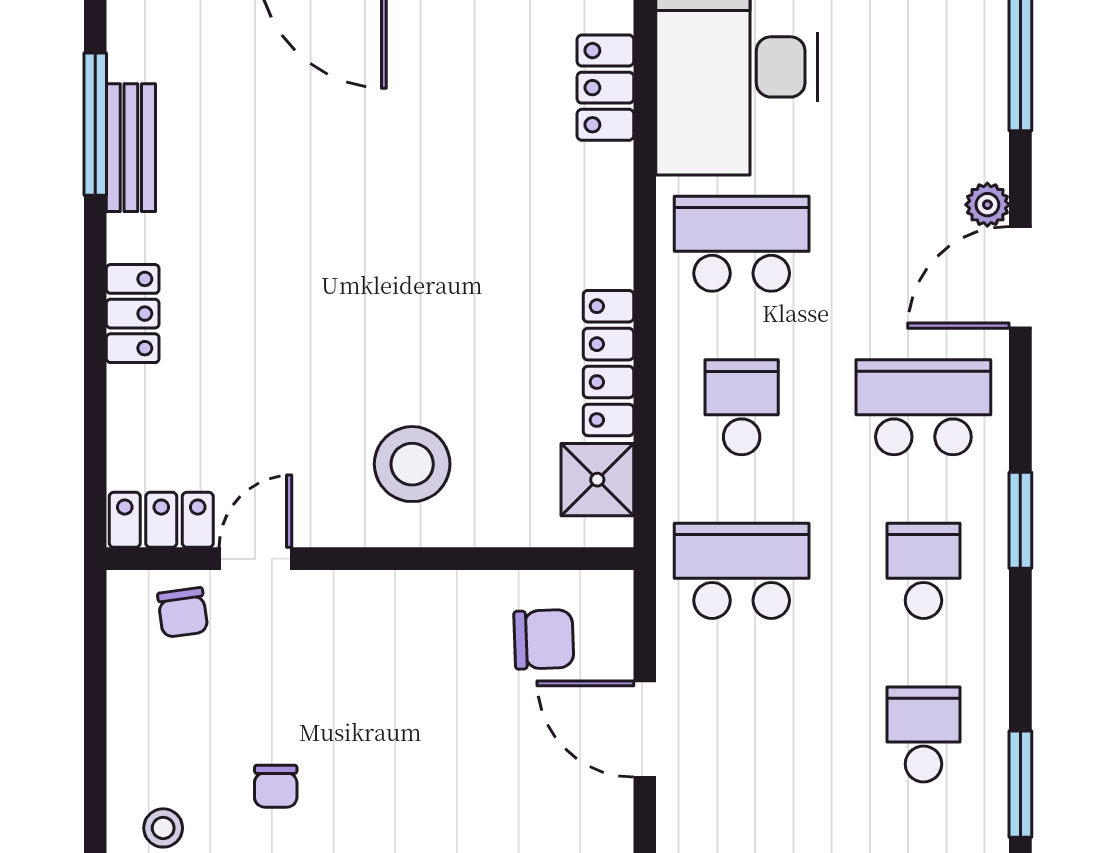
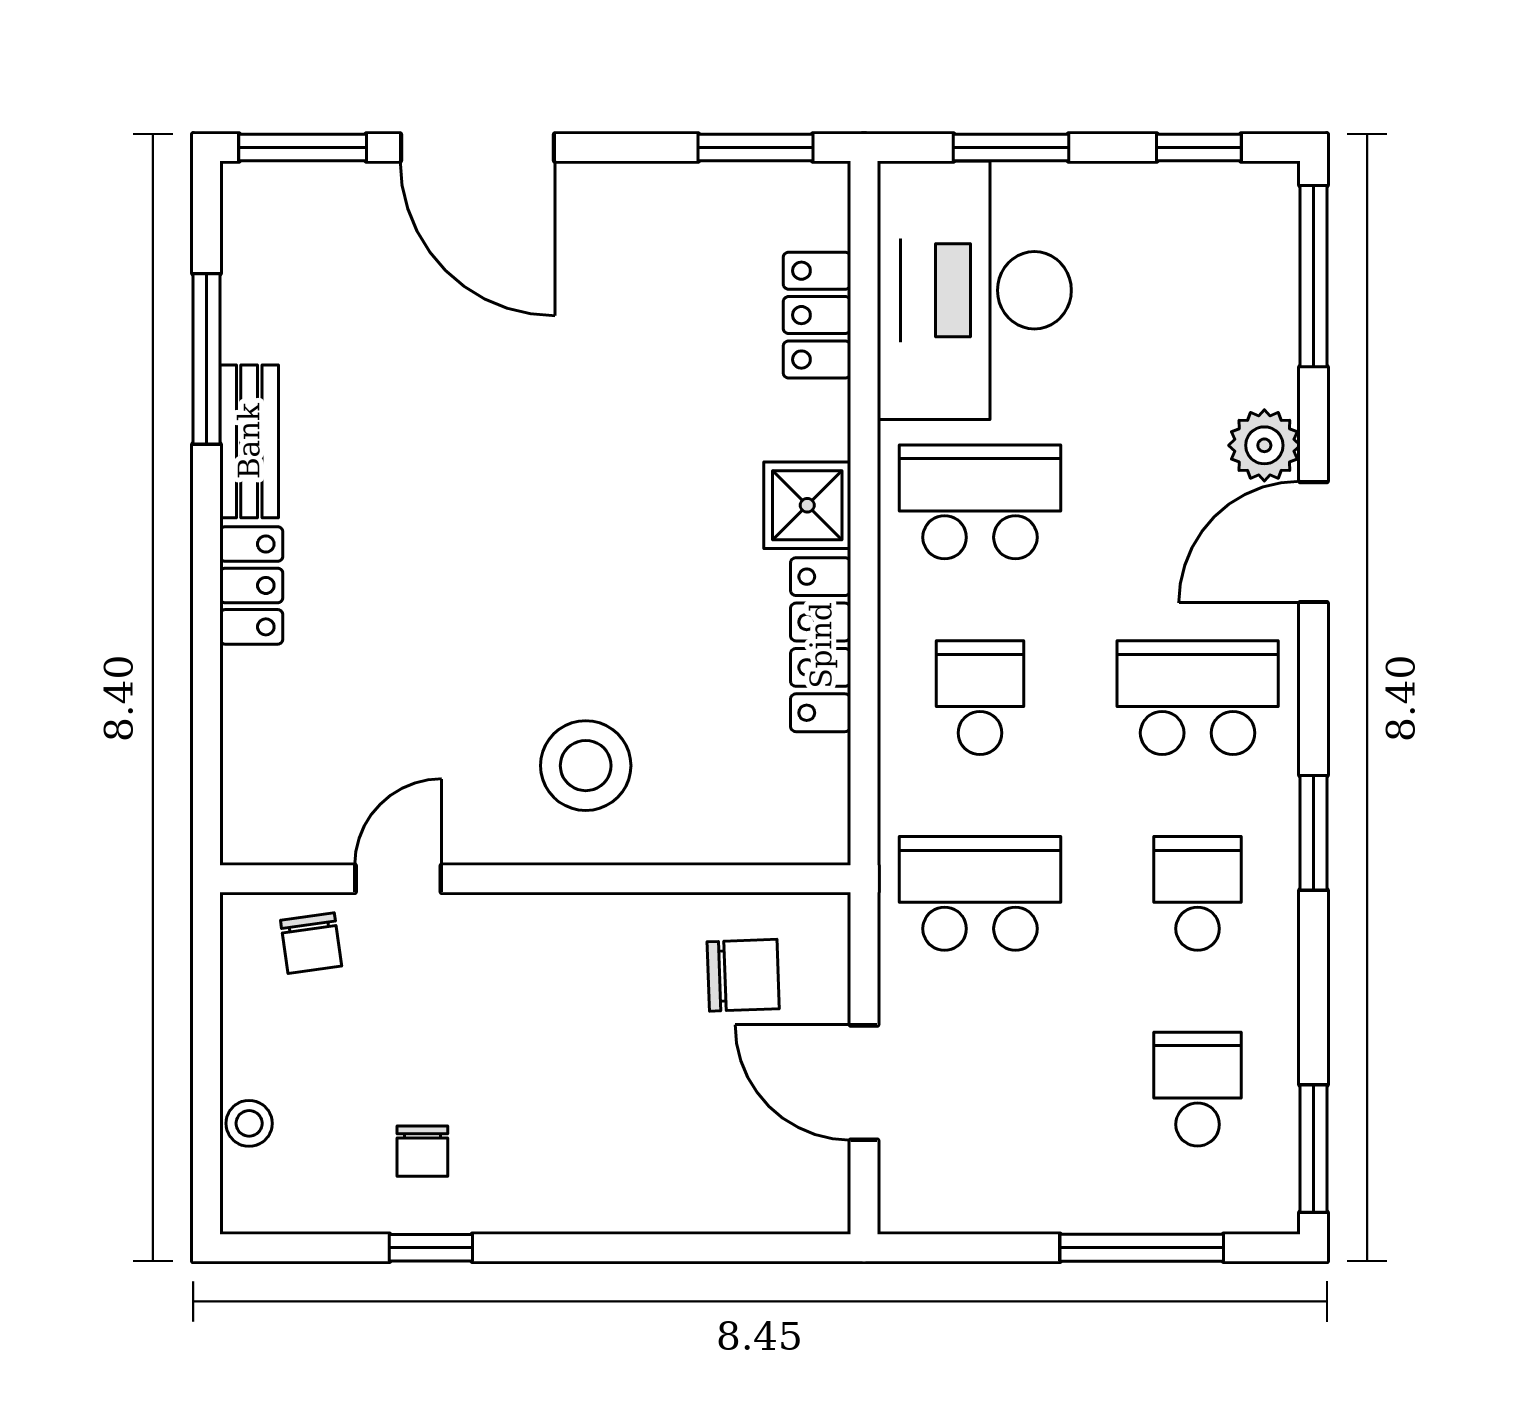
bench: (131, 148) -> (249, 441), moved
plant: (987, 205) -> (1264, 445), width x1.38, depth x1.38
shower: (597, 480) -> (807, 505), moved
locker: (161, 520) -> (285, 832), removed
stool: (163, 828) -> (249, 1123), moved

